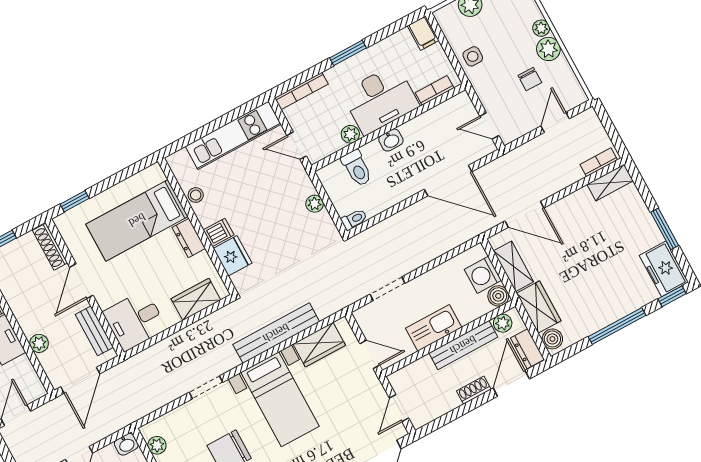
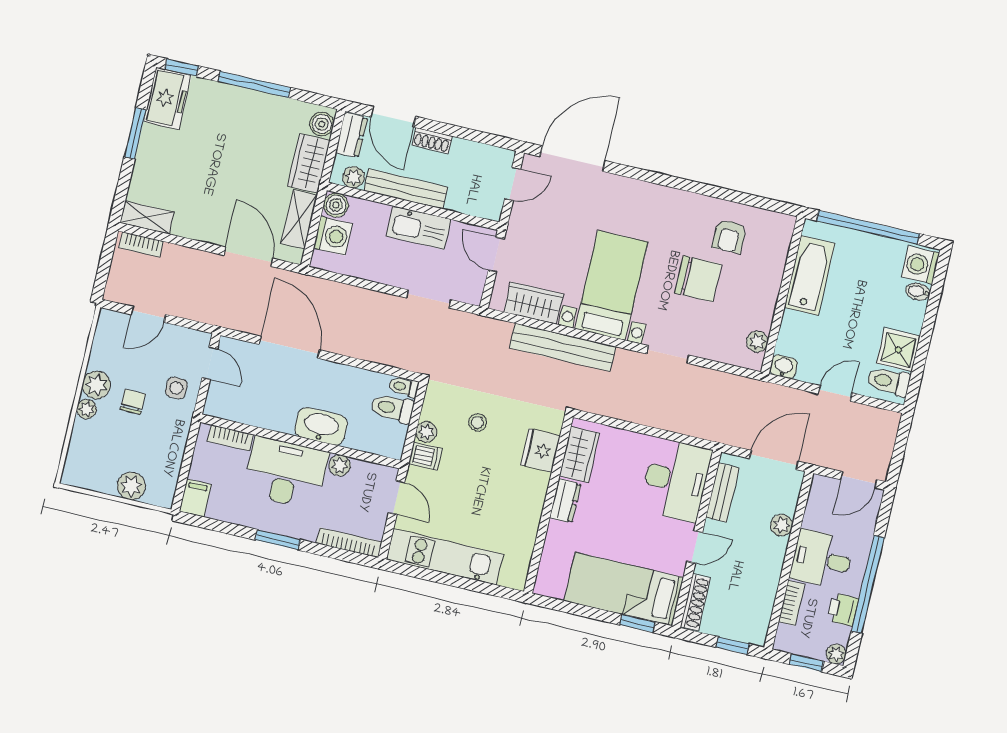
side table: (473, 56) -> (176, 388), moved
chair: (530, 79) -> (133, 402), moved
washbasin: (391, 140) -> (321, 426), width x1.91, depth x1.45
toilet: (357, 168) -> (392, 408), moved, turned -90
stool: (196, 195) -> (478, 422), moved
bed: (137, 220) -> (624, 589), moved, turned 180
dishwasher: (218, 232) -> (425, 456), moved, turned 180
door: (81, 281) -> (695, 547), width x0.73
wardrobe: (196, 299) -> (579, 454), moved, turned -90
desk: (135, 320) -> (676, 480), width x1.37
door: (511, 383) -> (393, 117), hinge flipped

